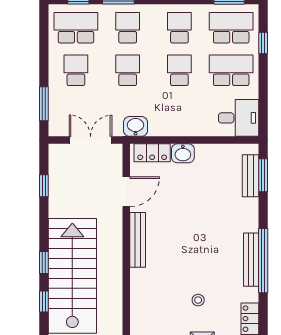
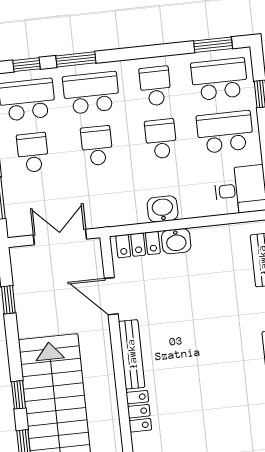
school desk: (128, 28) -> (91, 93), width x1.85
washbasin: (136, 126) -> (163, 209), moved
door: (126, 192) -> (111, 296), swing flipped
locker: (139, 286) -> (139, 411), added
stool: (198, 300) -> (214, 421), removed

